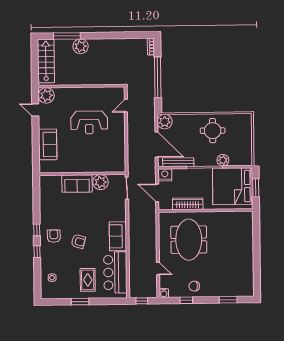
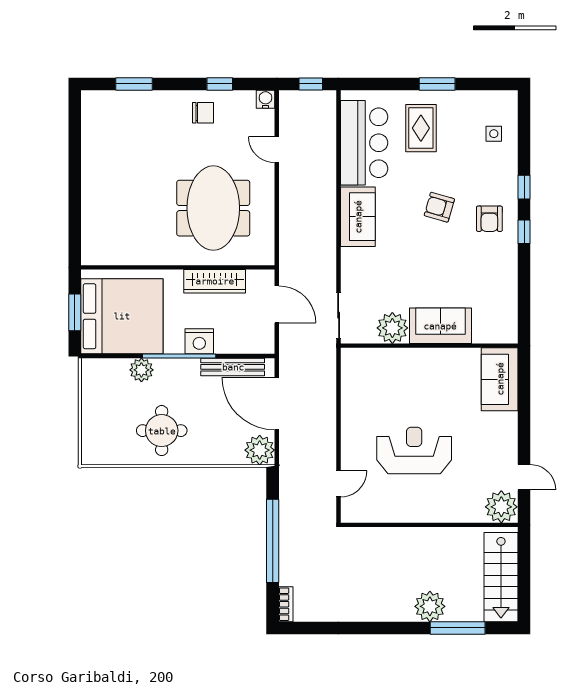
sofa: (48, 144) -> (500, 379), moved
nightstand: (165, 175) -> (199, 341), moved

